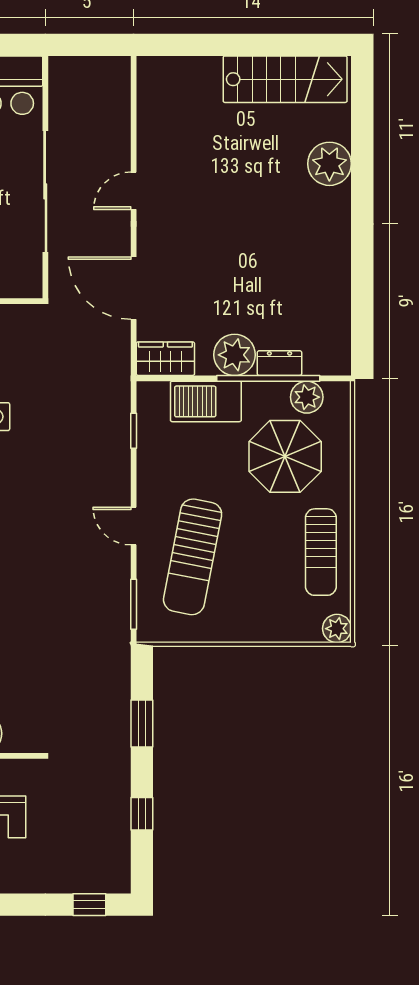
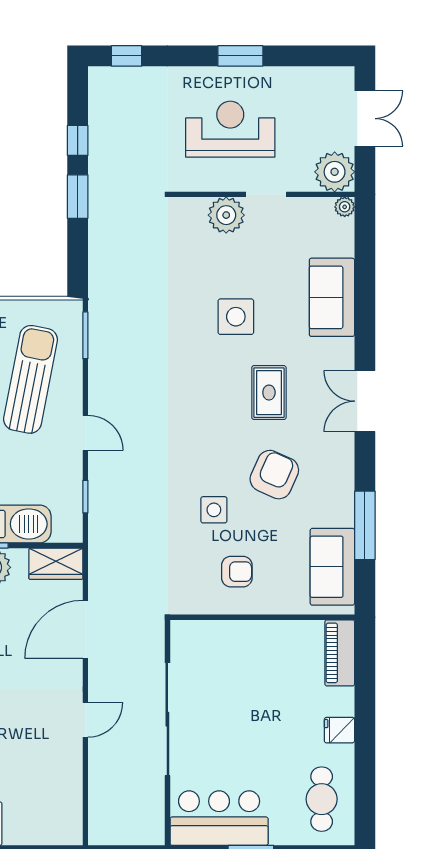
door: (134, 288) -> (85, 629), swing flipped
door: (134, 526) -> (85, 433), moved
window: (142, 723) -> (78, 197), moved

